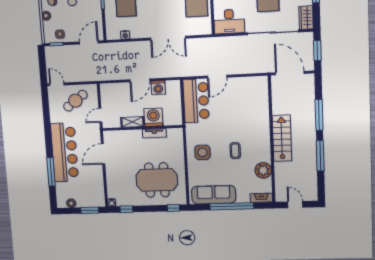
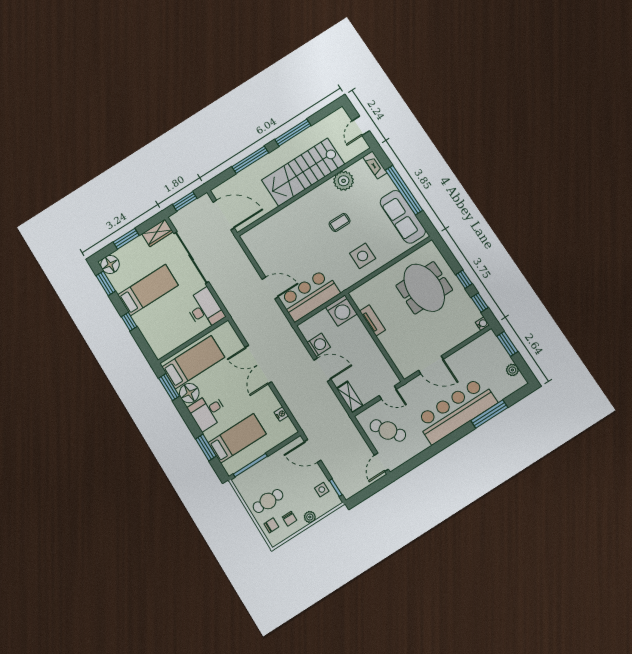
double door: (168, 38) -> (258, 365), swing flipped
door: (290, 73) -> (224, 215), swing flipped
washing machine: (153, 117) -> (341, 311), moved, turned -90
shelving: (132, 122) -> (350, 397), moved
stairs: (282, 138) -> (303, 172), width x1.36, depth x1.51
window: (174, 208) -> (464, 279), moved

